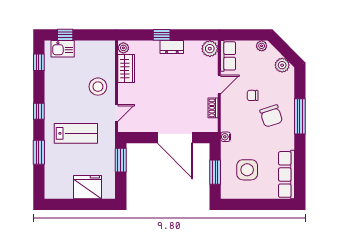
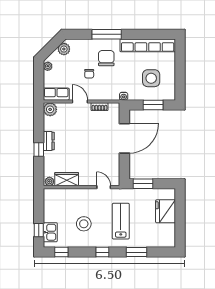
stool: (98, 87) -> (84, 224), moved
chair: (271, 116) -> (106, 58), turned -72
row of seats: (286, 174) -> (148, 45), width x1.36

